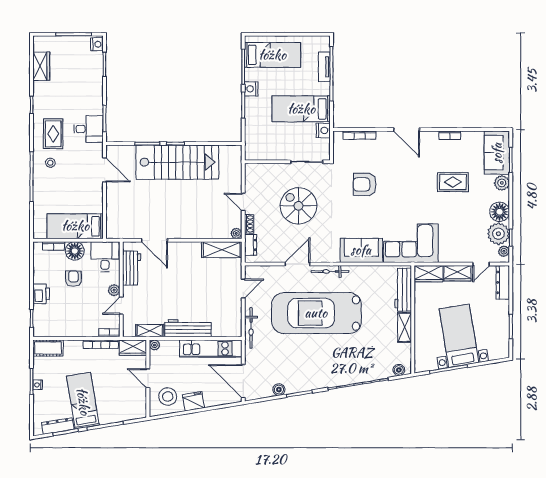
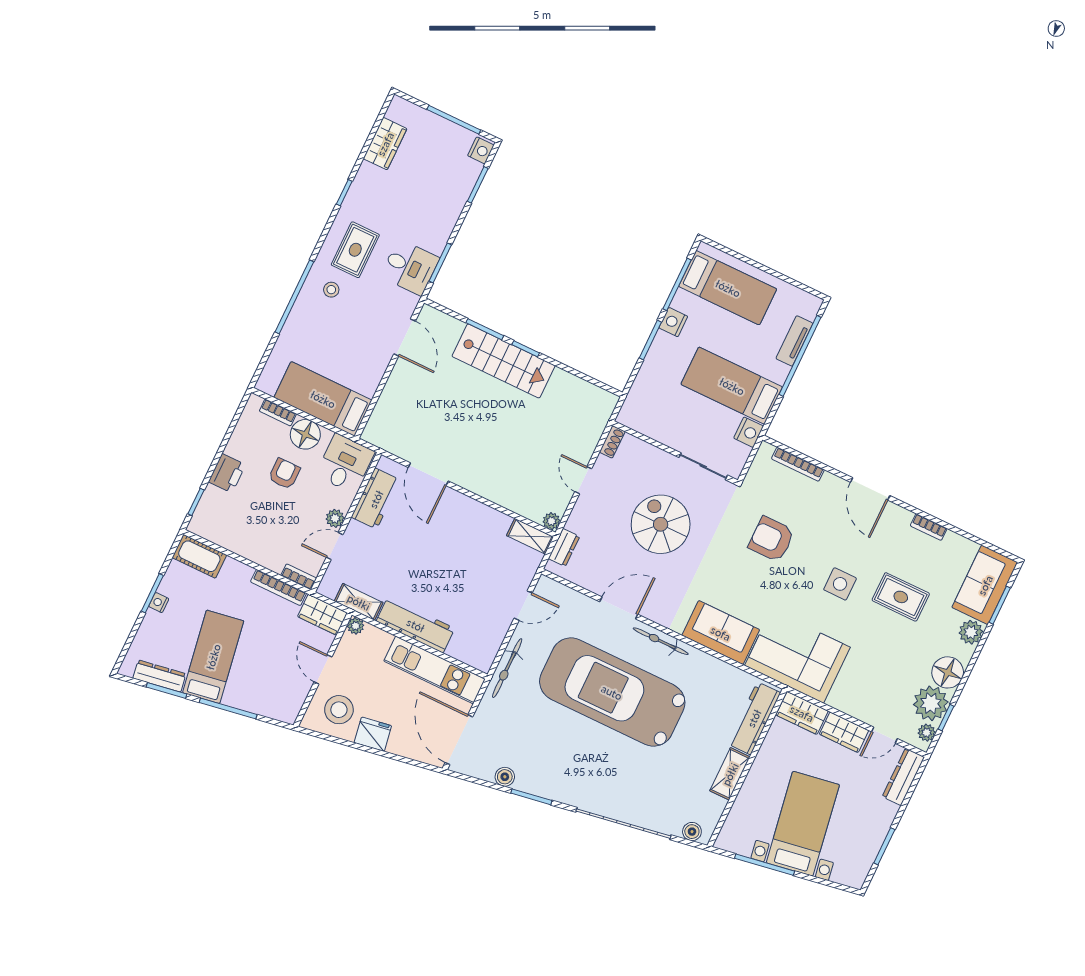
stairs: (177, 162) -> (504, 361), width x0.73, depth x0.66
side table: (415, 191) -> (840, 584), added
shoe rack: (249, 224) -> (612, 442), moved
shelving: (222, 250) -> (530, 536), width x0.67, depth x0.75

